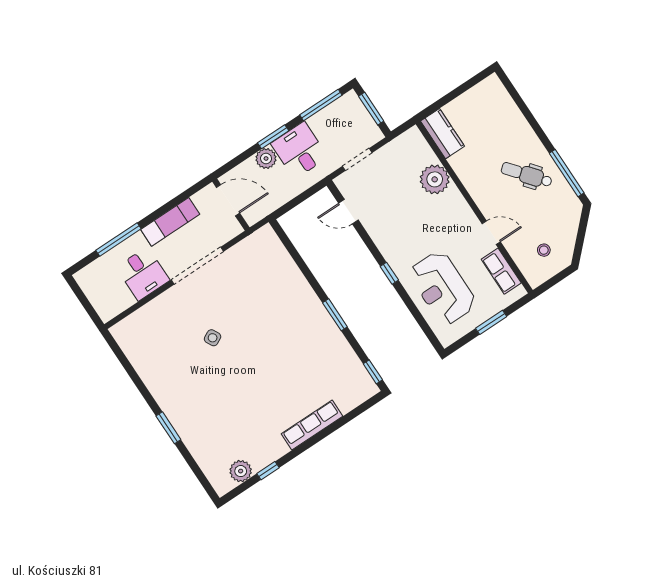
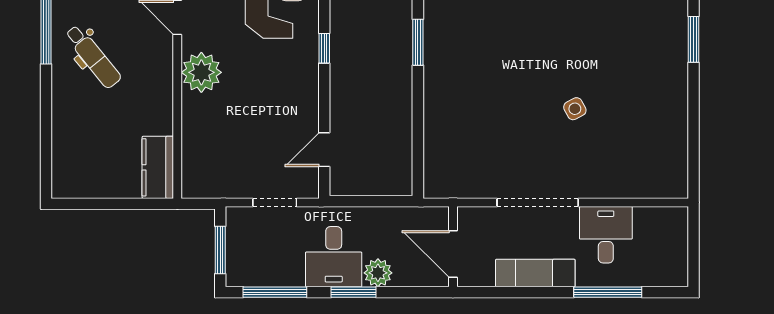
plant: (435, 179) -> (201, 72), moved
door: (348, 212) -> (324, 150), swing flipped

